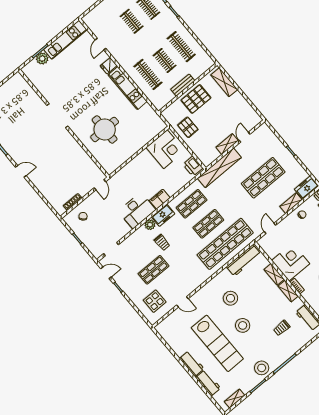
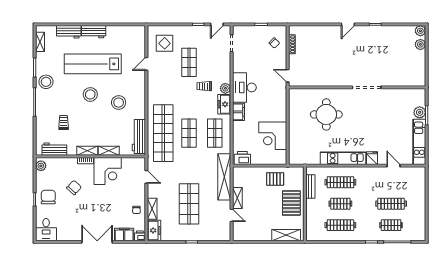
clothes rail: (132, 21) -> (391, 204), width x1.36
bench: (183, 85) -> (310, 187), moved
corner desk: (165, 149) -> (273, 136), moved

